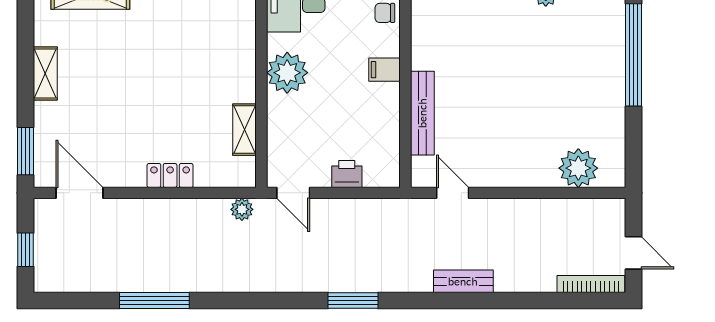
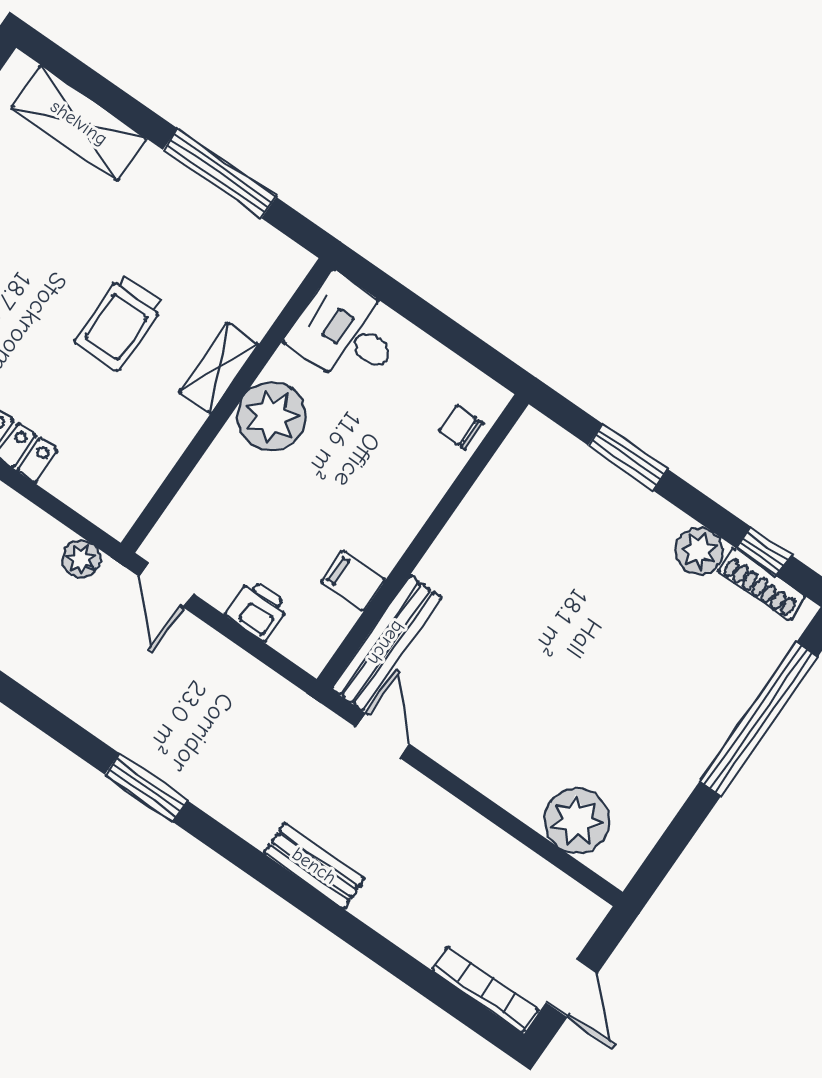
filing cabinet: (384, 70) -> (353, 581), moved
trolley: (179, 79) -> (119, 322), added
bench: (422, 113) -> (386, 643), moved
shelving: (244, 130) -> (219, 368), moved

